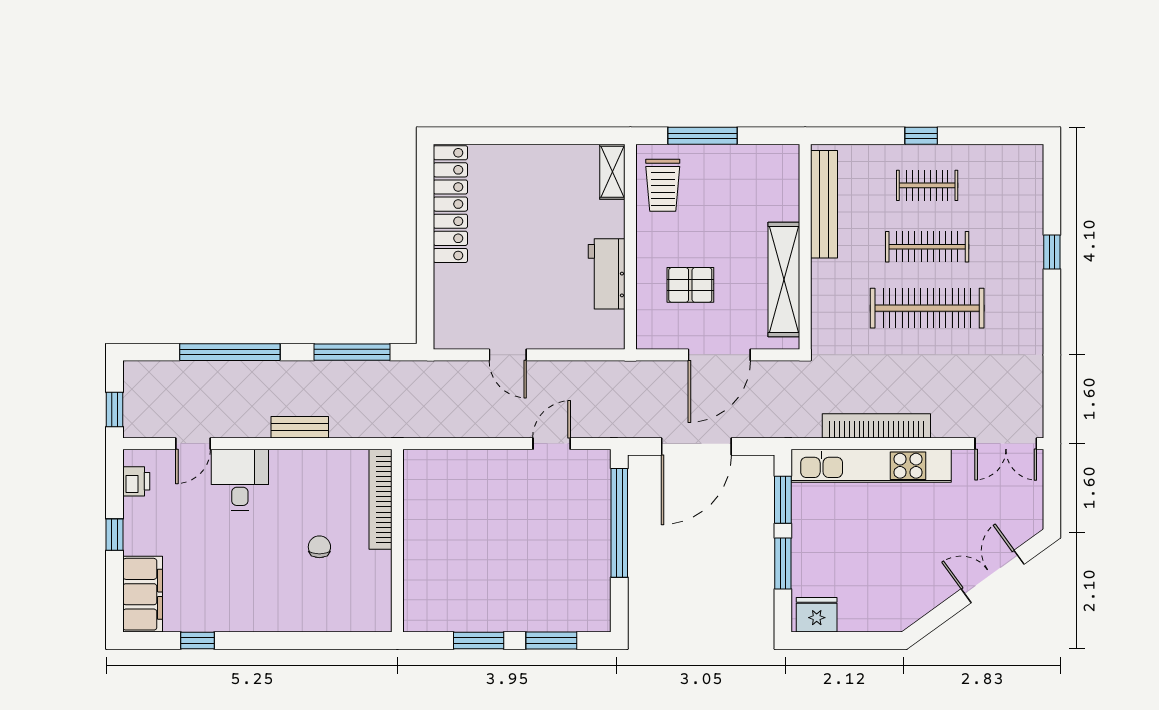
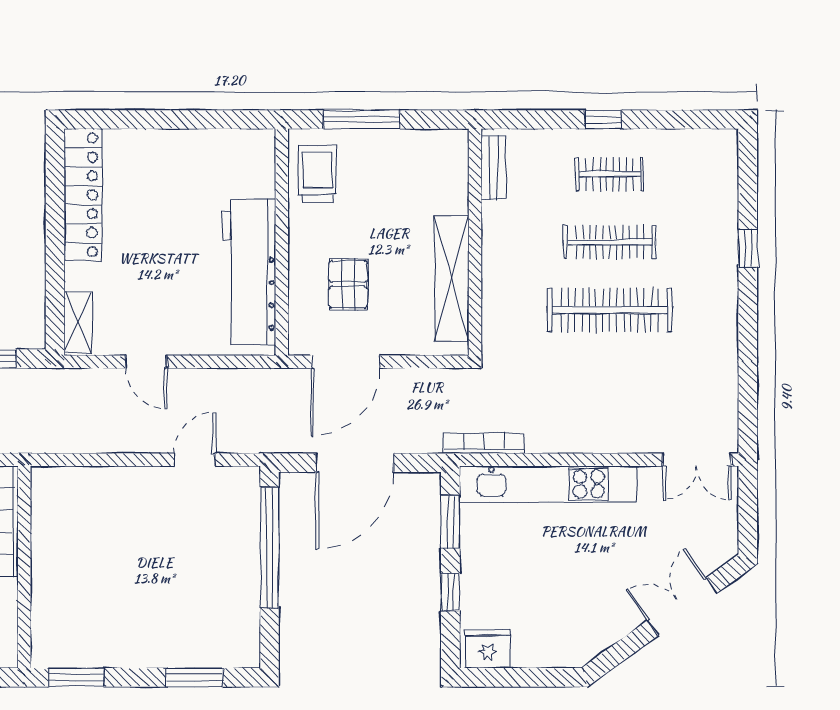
shelving: (612, 172) -> (78, 322), moved
trolley: (663, 185) -> (318, 174), turned 180
bench: (824, 204) -> (493, 168), width x0.54, depth x0.82
workbench: (607, 274) -> (249, 272), width x1.88, depth x1.32
pallet: (690, 285) -> (348, 284), turned 90
door: (719, 355) -> (345, 362), moved
bookcase: (876, 426) -> (484, 443), moved, width x0.68, depth x0.76
window: (783, 563) -> (450, 592), width x0.67
window: (479, 641) -> (76, 677), moved

